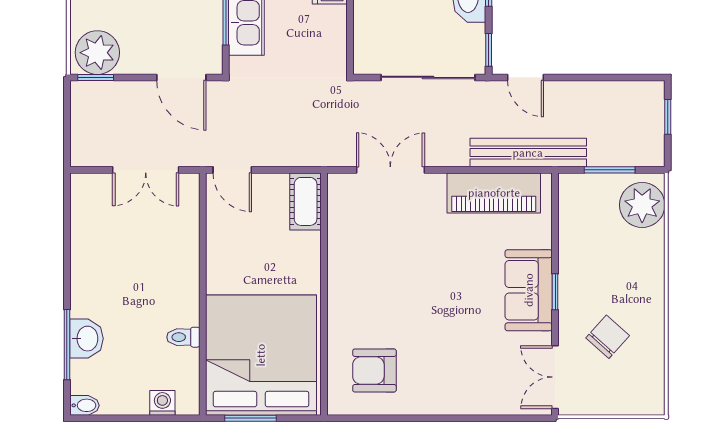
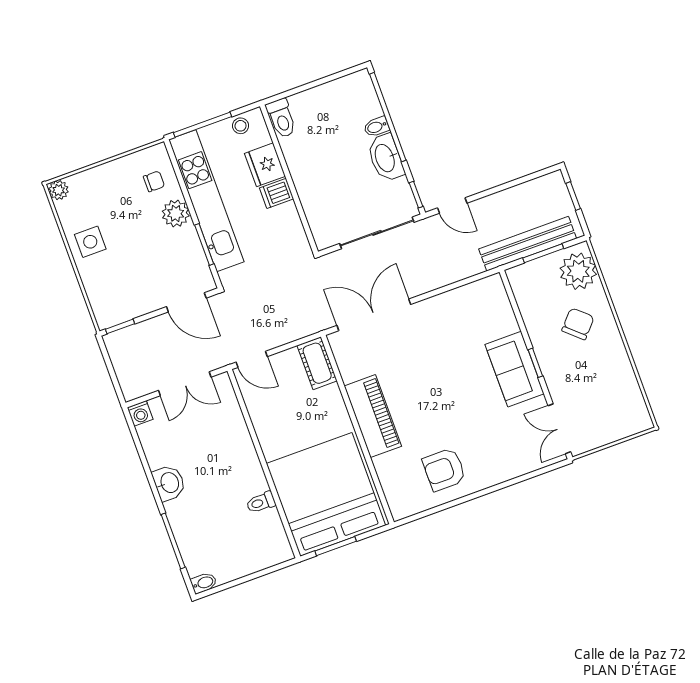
plant: (97, 53) -> (114, 307), removed
bench: (528, 153) -> (528, 244), moved
double door: (390, 170) -> (374, 315), width x1.37
piano: (494, 193) -> (373, 416), moved, turned -90
chair: (608, 337) -> (578, 324), moved
washbasin: (86, 339) -> (169, 483), moved
armchair: (374, 370) -> (444, 469), moved
washing machine: (162, 403) -> (140, 413), moved, turned 180

